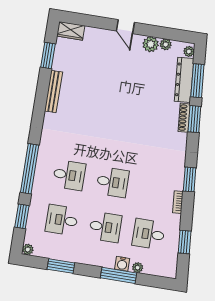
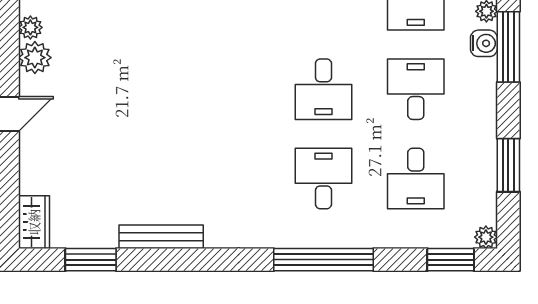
desk: (113, 182) -> (323, 89), turned 180
window: (22, 216) -> (451, 260), moved

